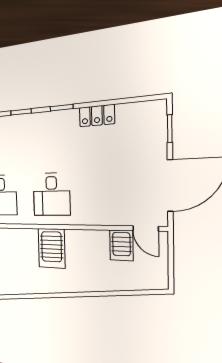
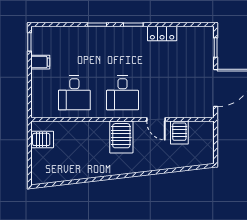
door: (146, 229) -> (156, 119), moved

